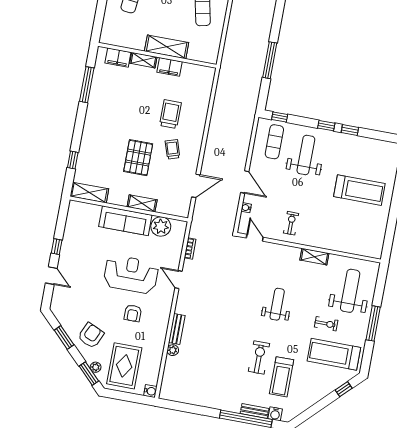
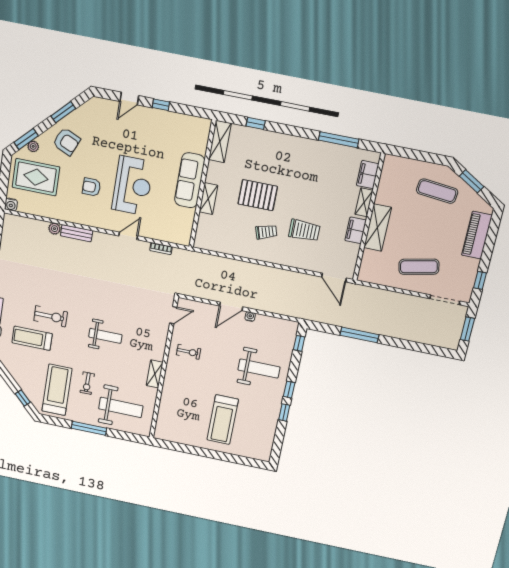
exercise mat: (274, 142) -> (273, 337), removed
door: (196, 186) -> (334, 277), moved
water cooler: (246, 208) -> (250, 317), moved
plant: (161, 226) -> (184, 218), removed

